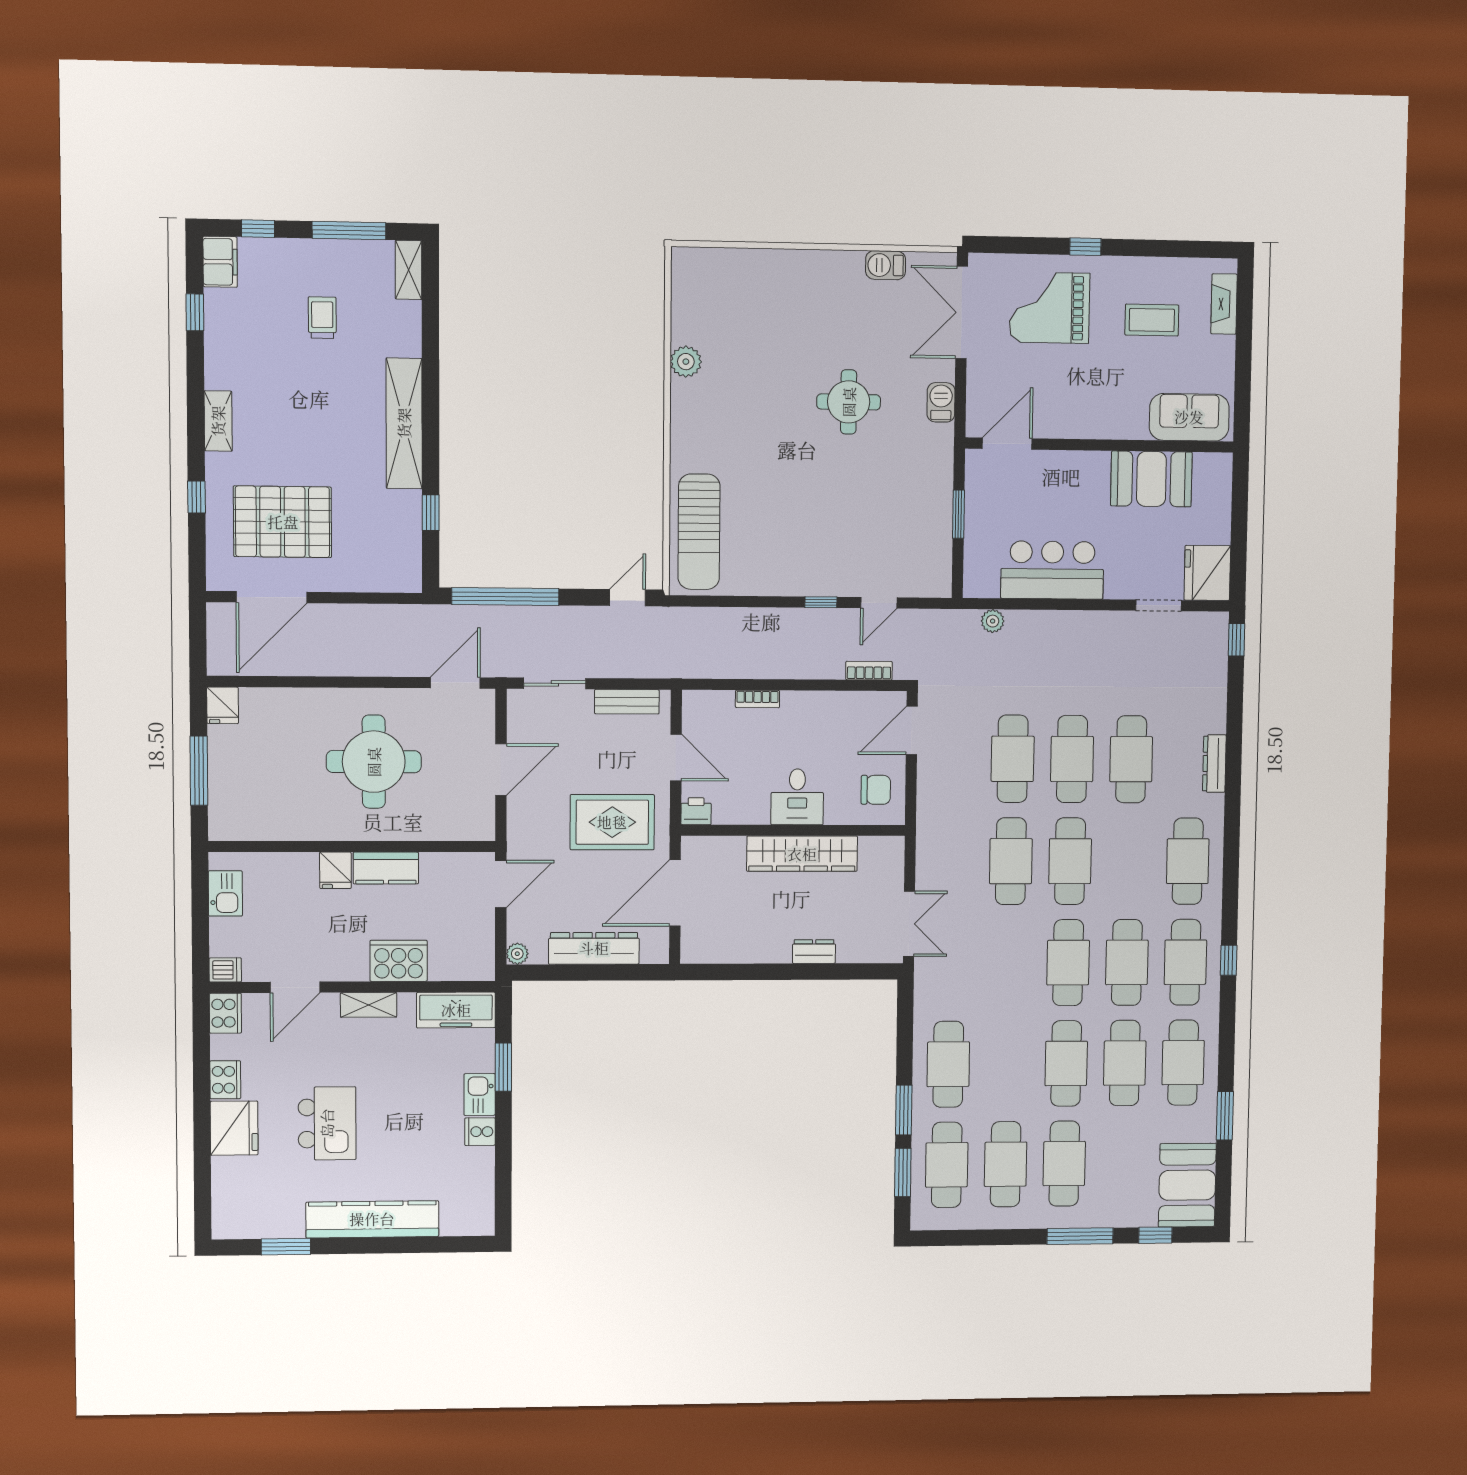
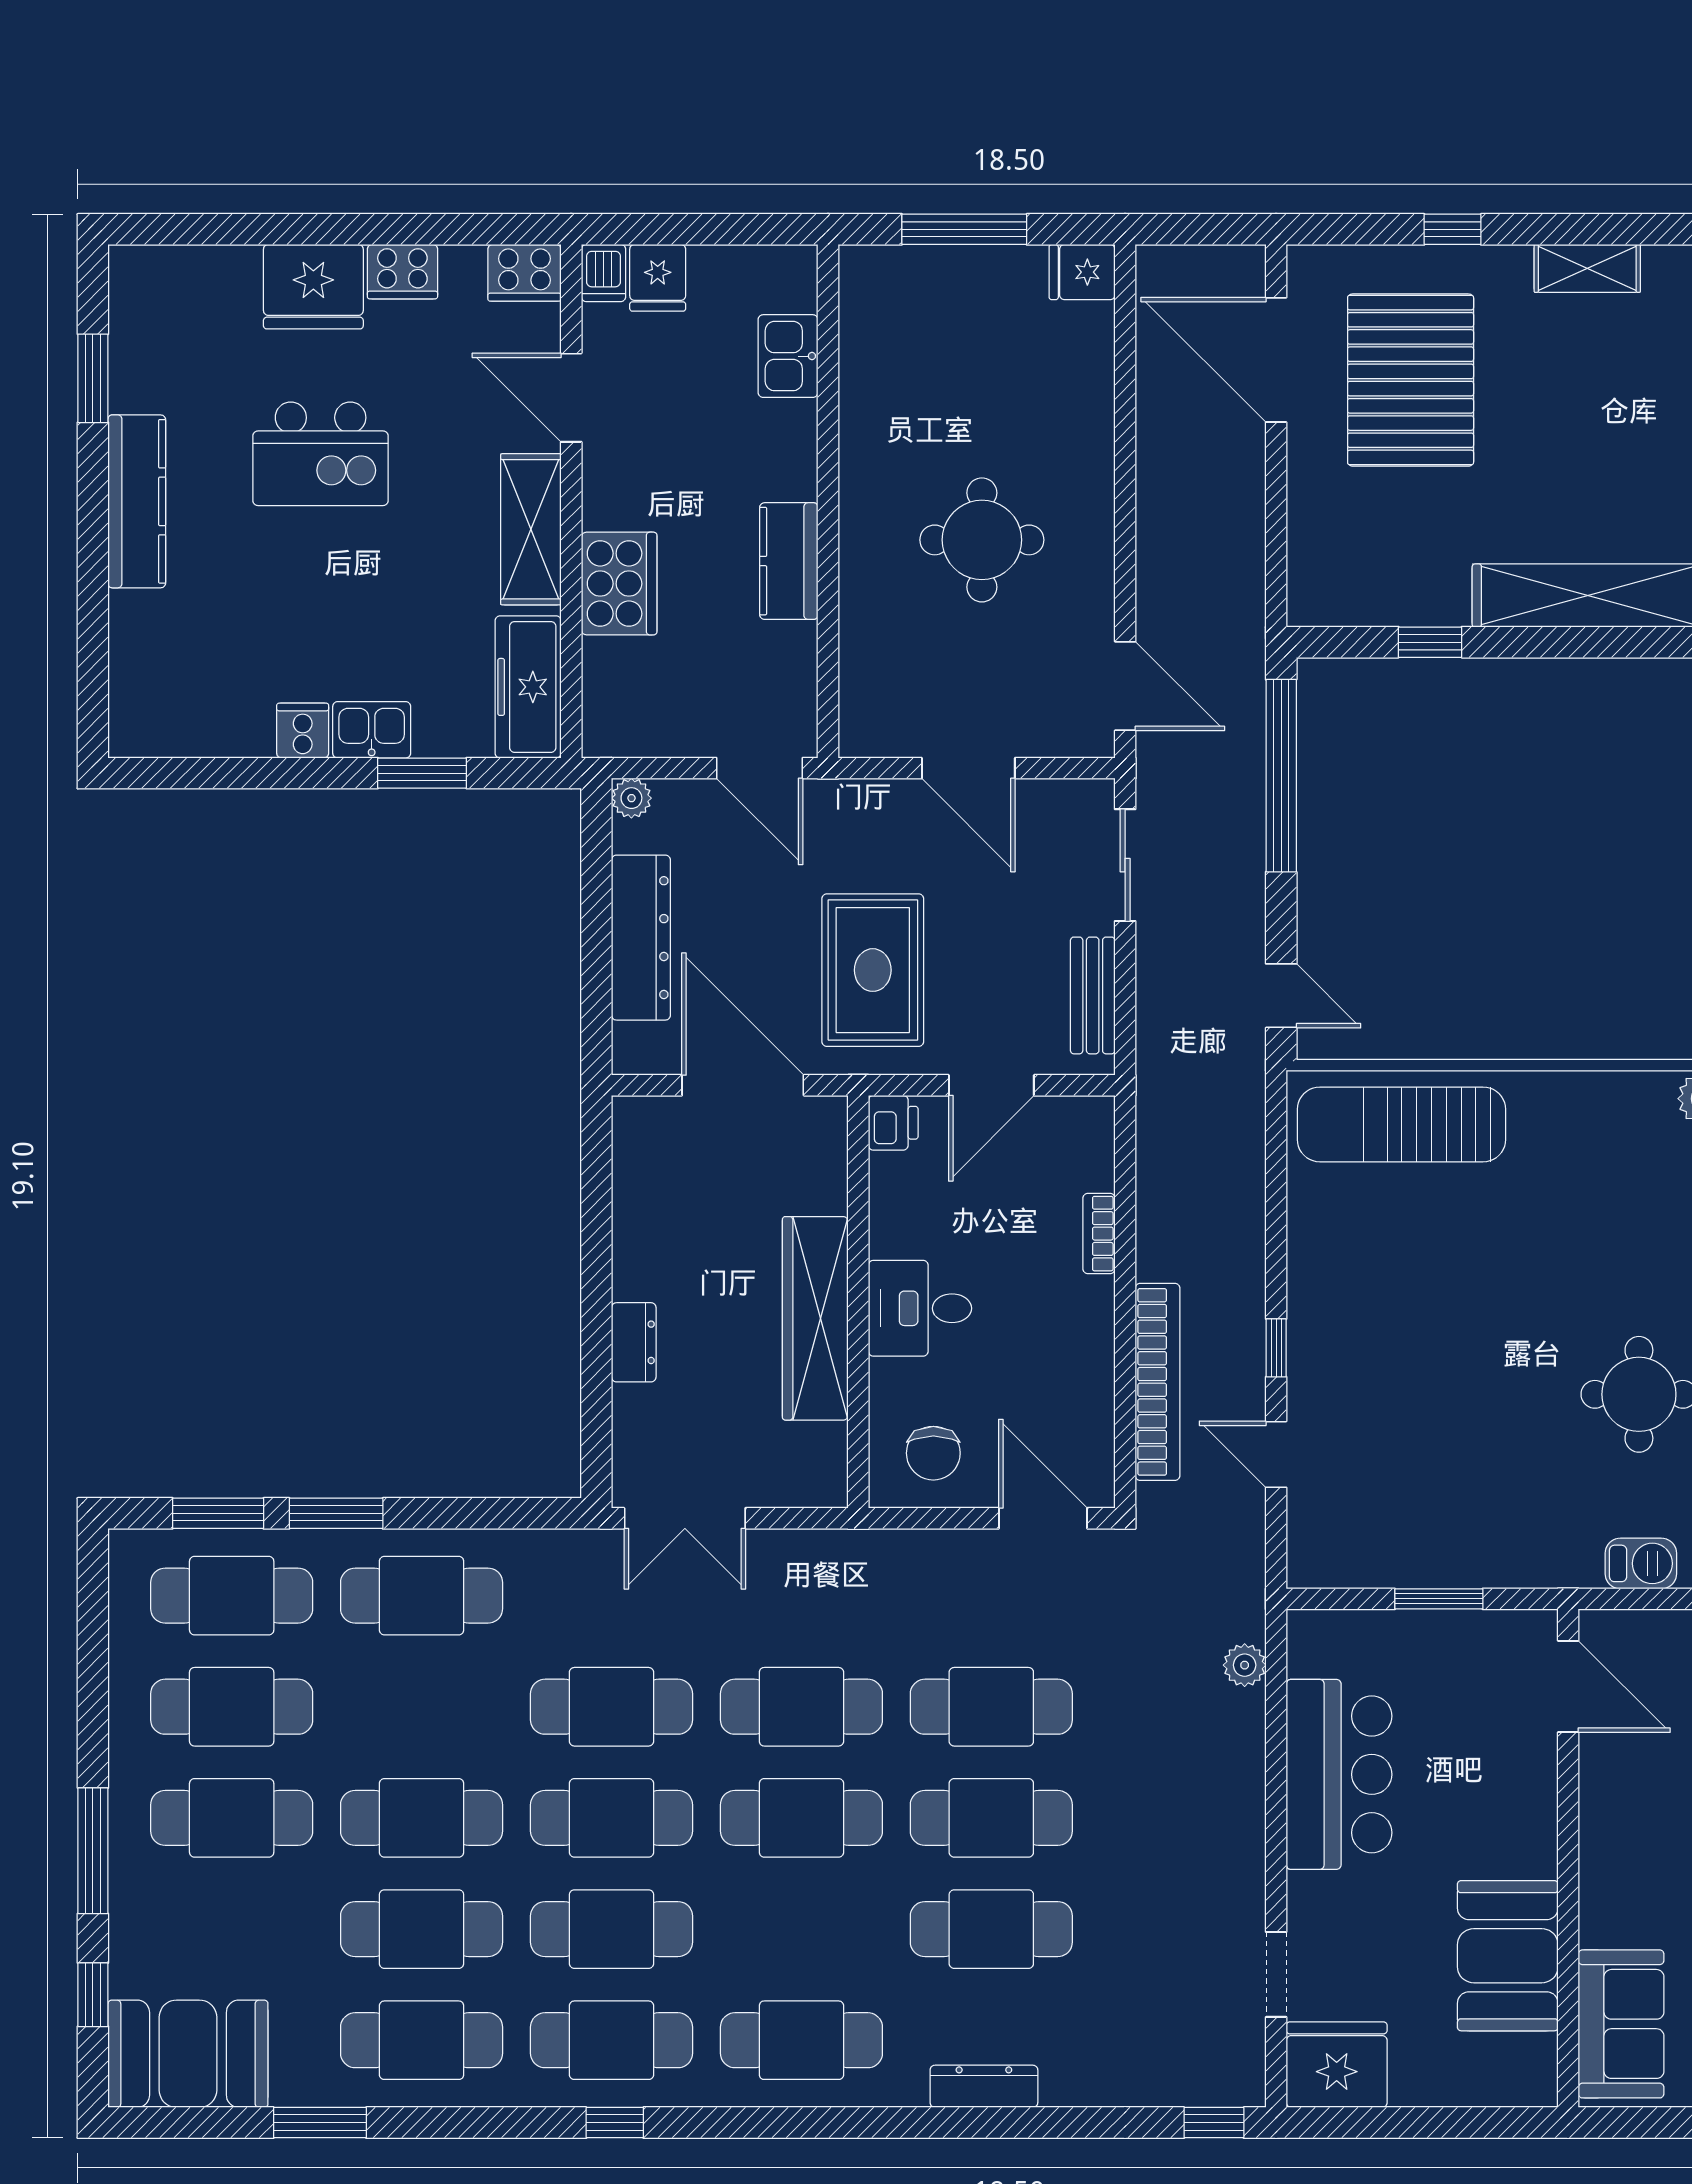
bookcase: (869, 671) -> (1158, 1382), width x2.31, depth x1.31
round table: (374, 762) -> (982, 540), width x0.73, depth x0.73
fridge: (335, 870) -> (658, 278), moved, turned -90
kitchen sink: (225, 893) -> (788, 356), moved, turned 90
cafe table: (1009, 963) -> (611, 1707), added
shelving: (369, 1005) -> (531, 529), width x1.50, depth x1.33
kitchen counter: (372, 1219) -> (137, 501), width x0.72, depth x0.86

